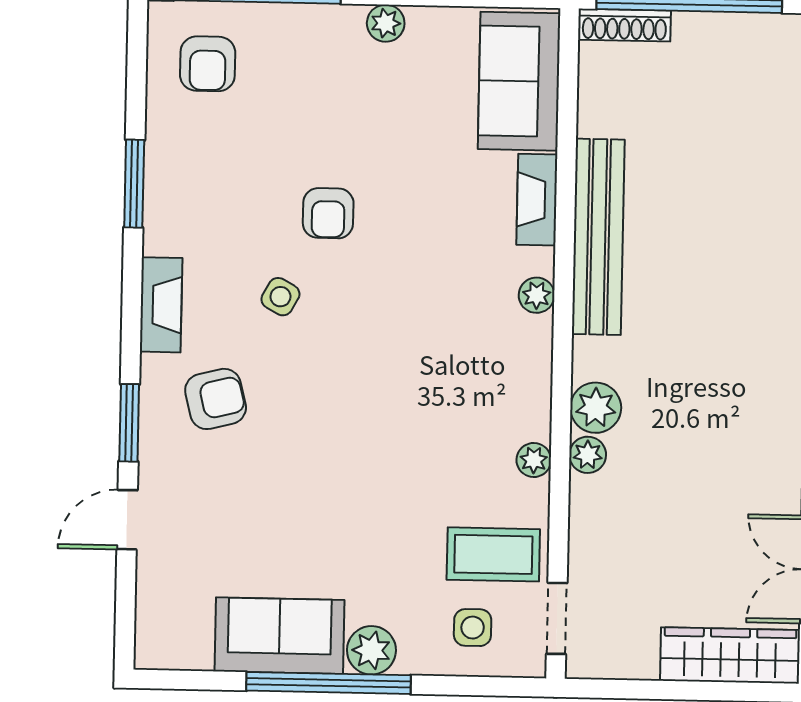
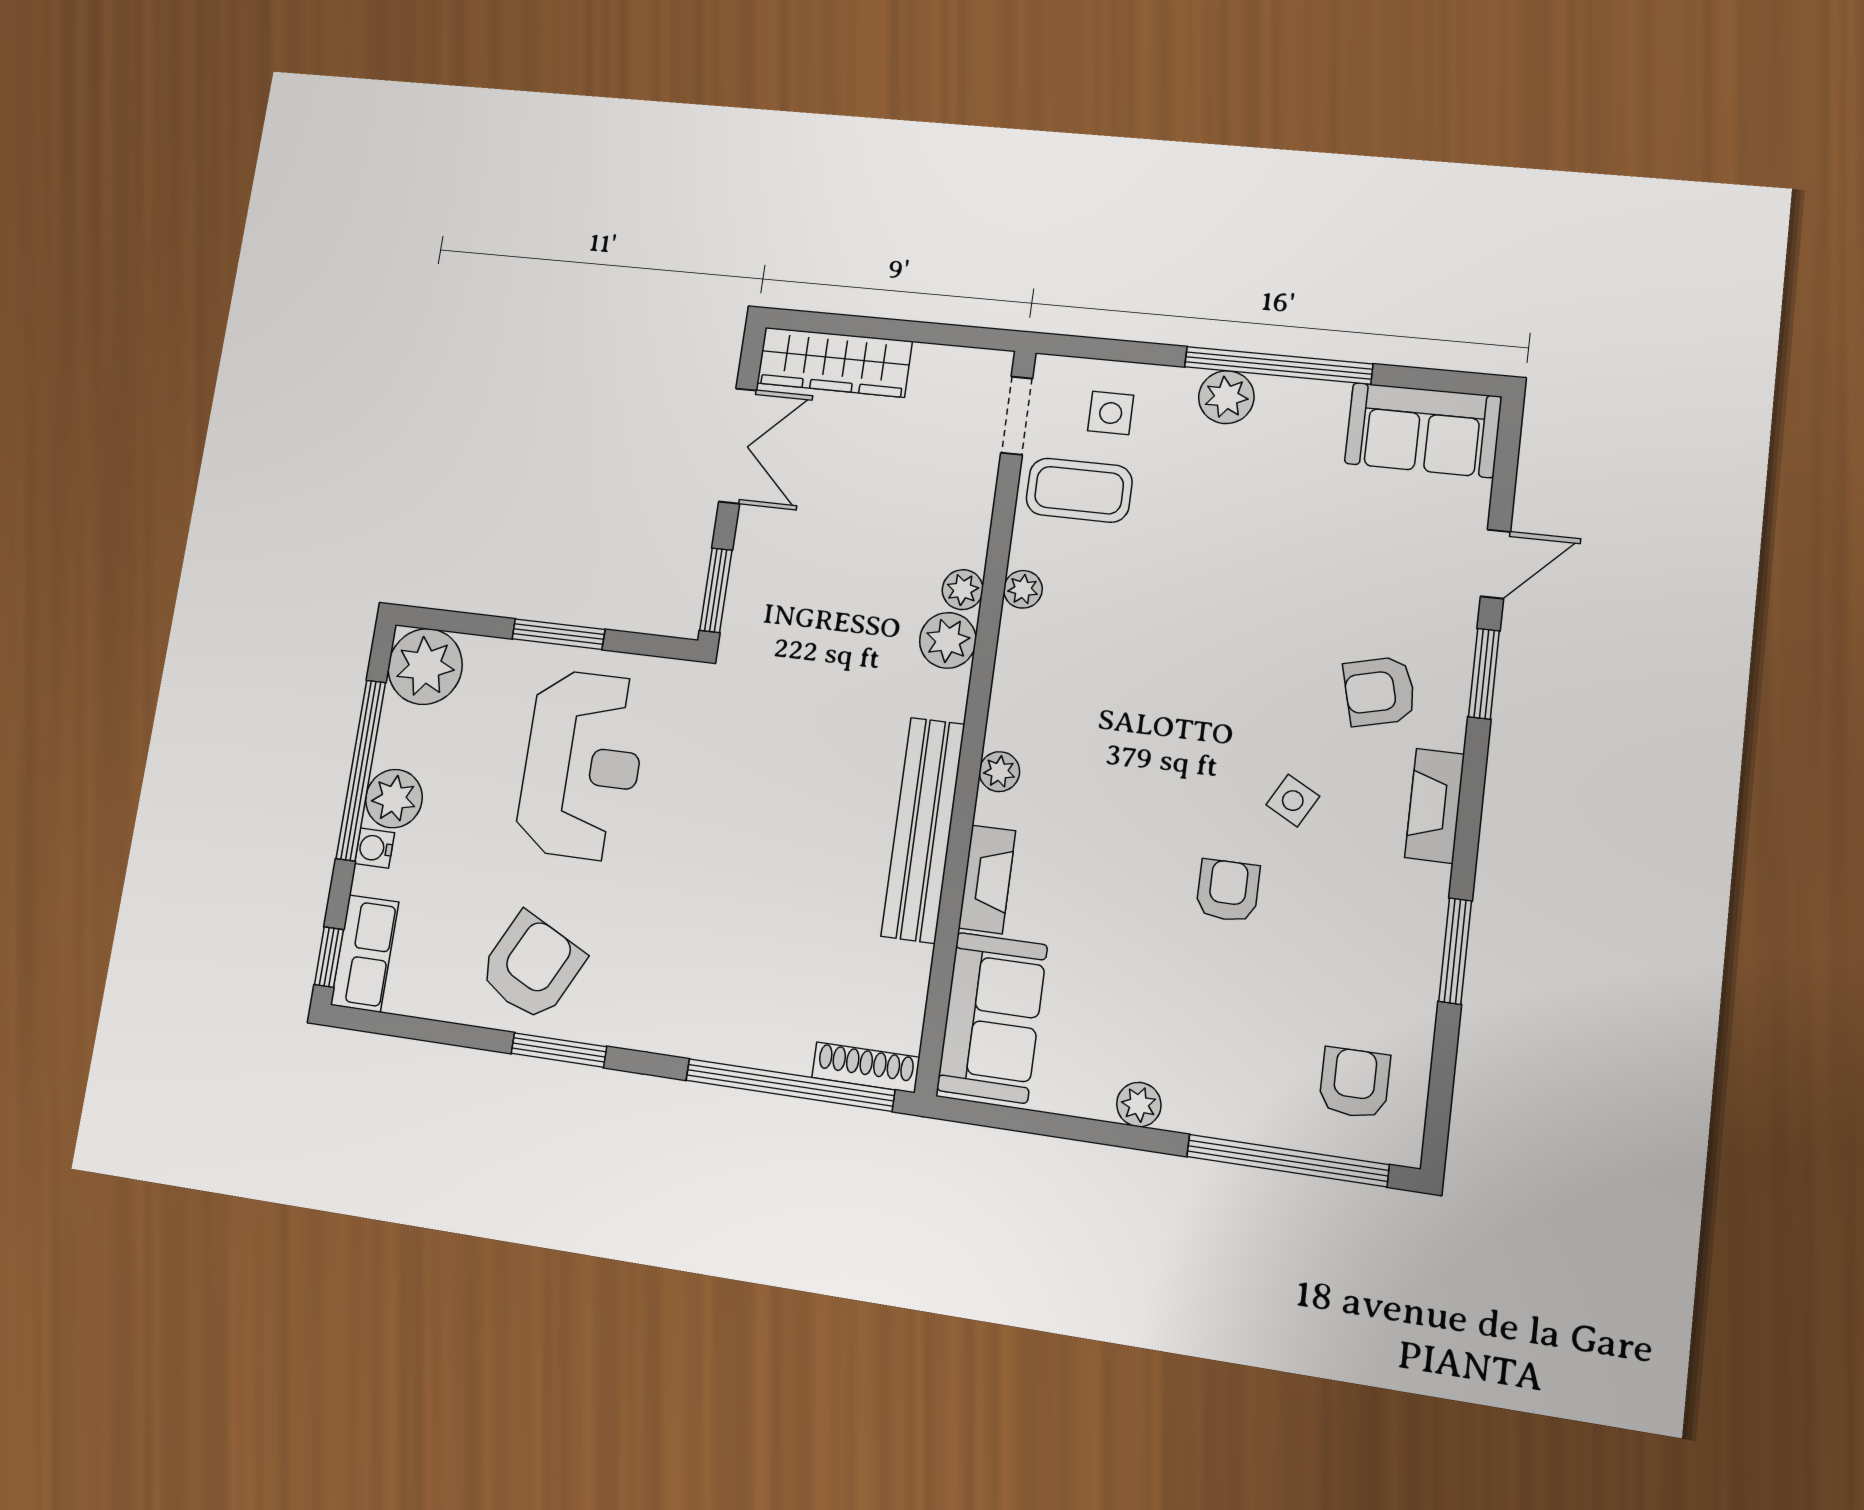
sofa: (280, 636) -> (1423, 430), moved

